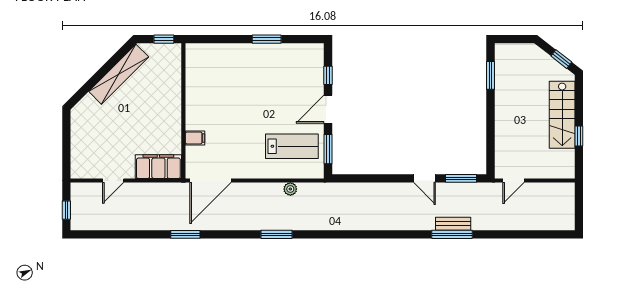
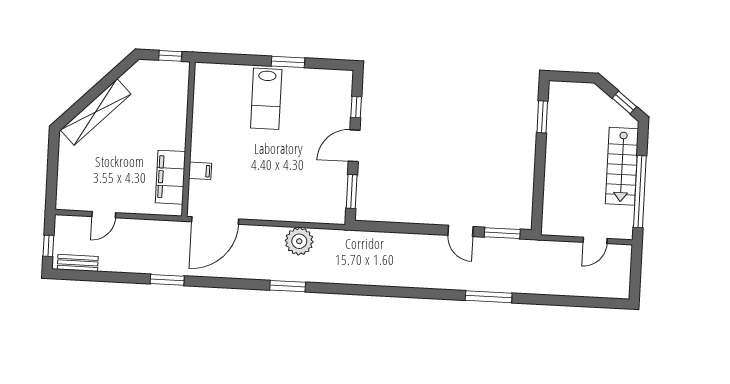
shelving: (119, 74) -> (96, 112), moved
window: (579, 136) -> (640, 192), width x3.17
lab bench: (292, 146) -> (266, 99), moved, turned 90
filing cabinet: (158, 167) -> (170, 177), moved, turned -90
door: (514, 181) -> (595, 240), moved
plant: (290, 189) -> (299, 241), width x1.87, depth x1.87
bench: (453, 224) -> (78, 263), moved
window: (185, 234) -> (167, 280), moved

